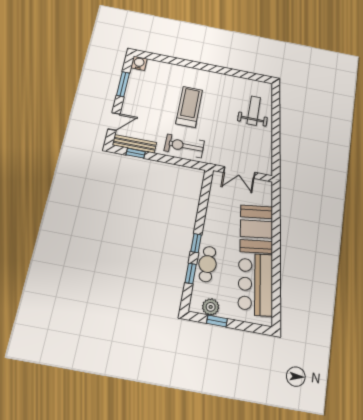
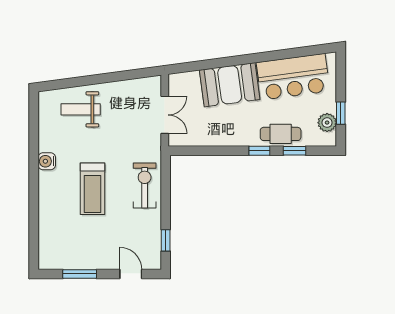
water cooler: (139, 63) -> (47, 161), moved
treadmill: (189, 107) -> (92, 189), turned -90
bench: (134, 144) -> (154, 244), removed
exercise bike: (184, 146) -> (145, 185), turned 180

